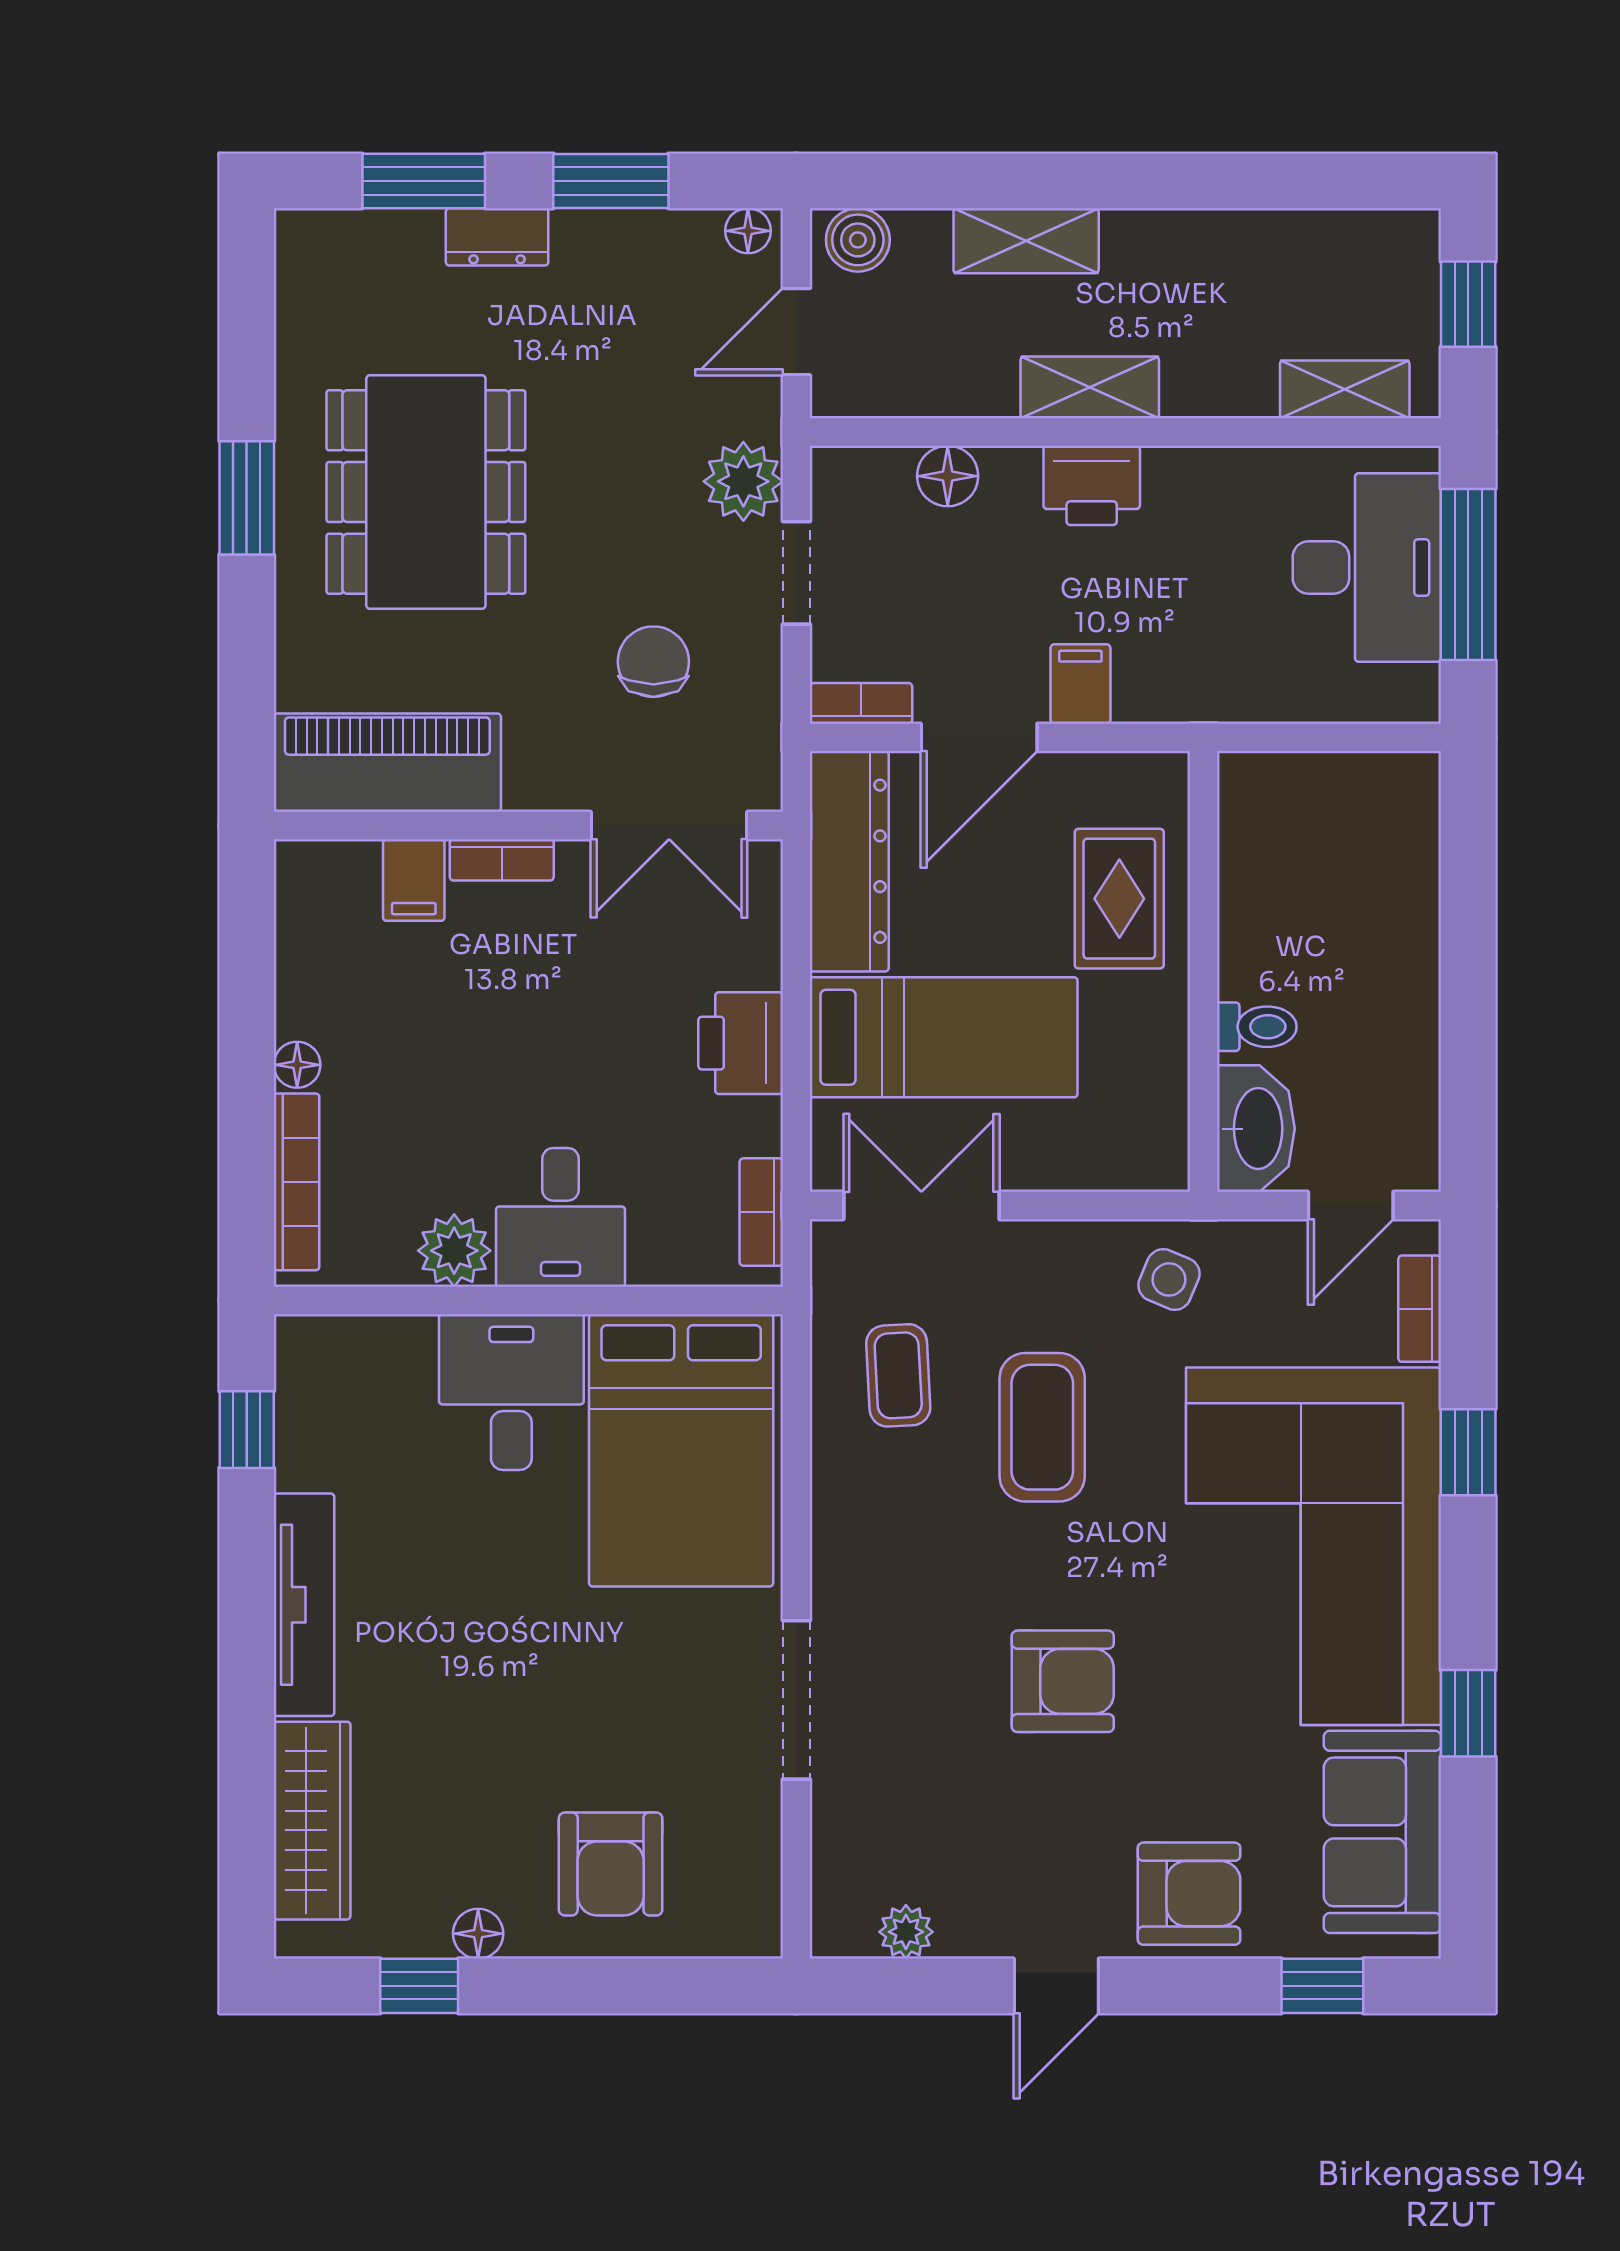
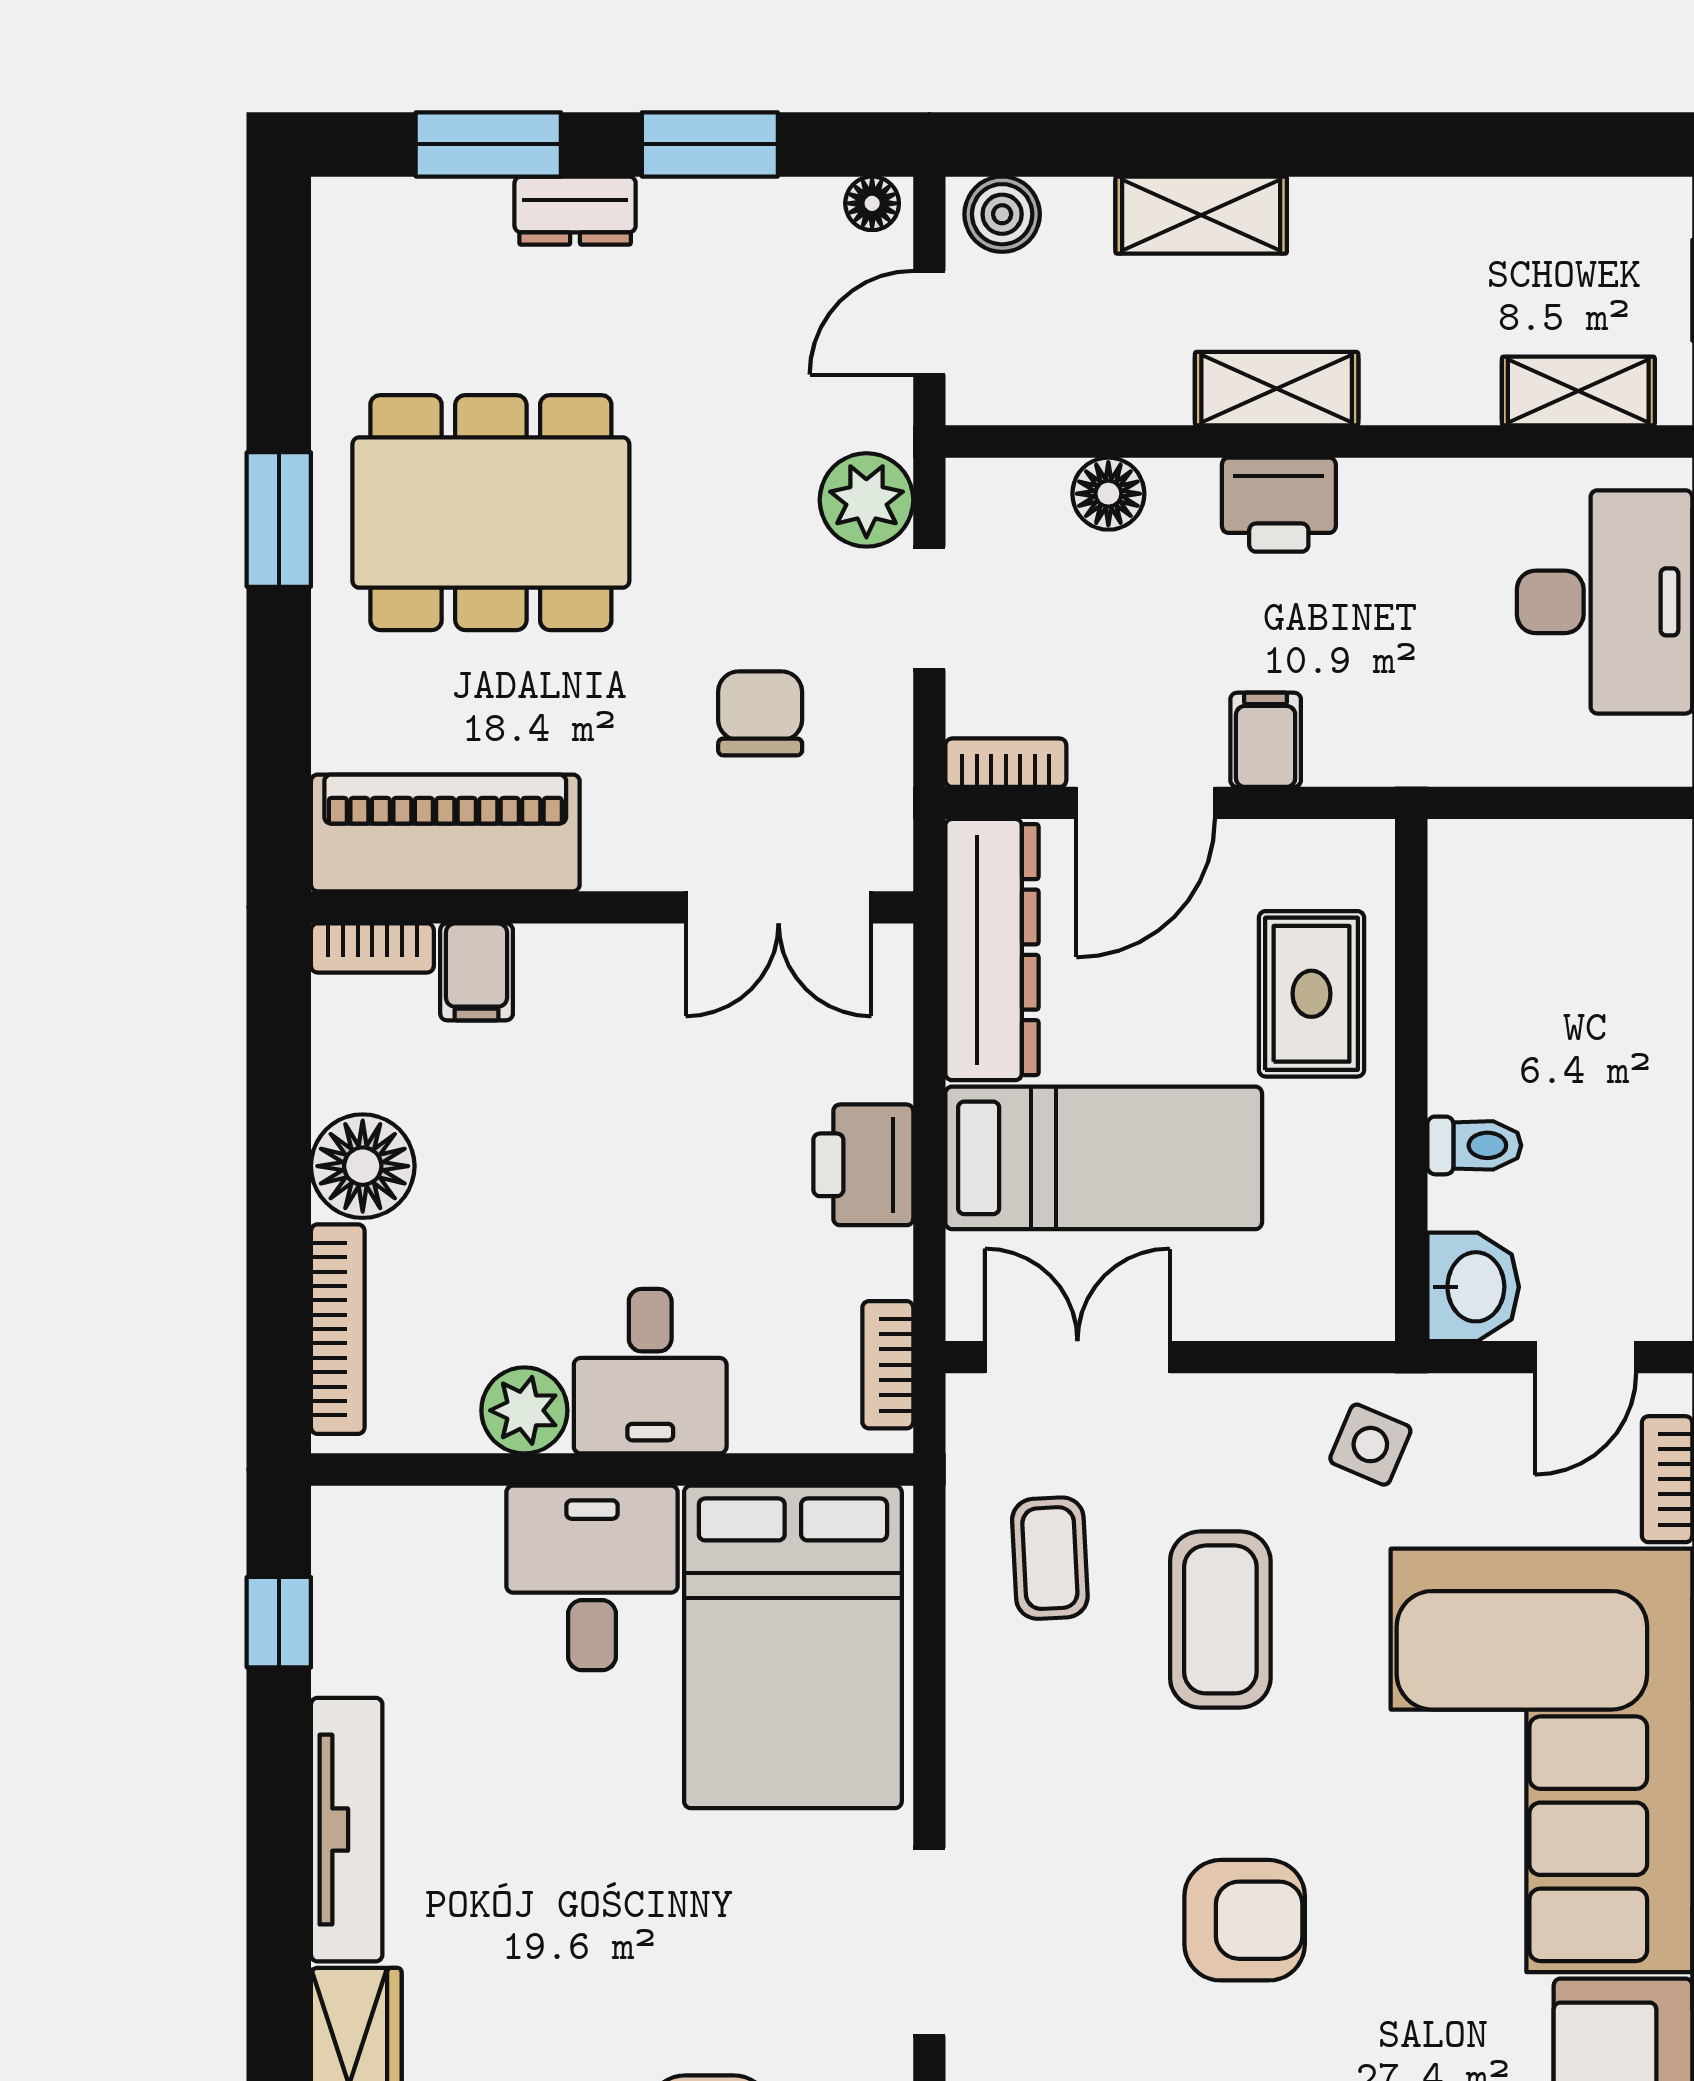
dining table: (426, 492) -> (491, 513), turned 90
bookcase: (502, 860) -> (372, 948), moved
floor lamp: (297, 1065) -> (363, 1166), width x1.89, depth x1.89
washbasin: (1256, 1129) -> (1473, 1287), width x0.72

